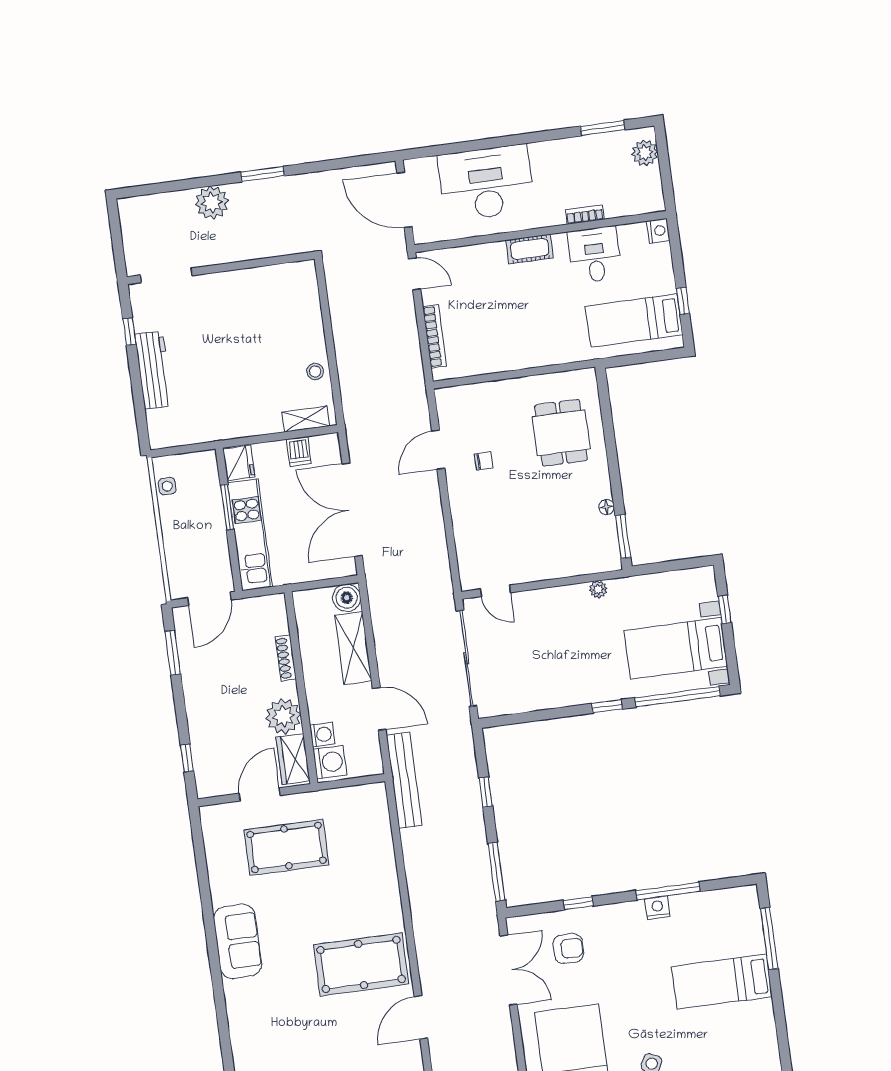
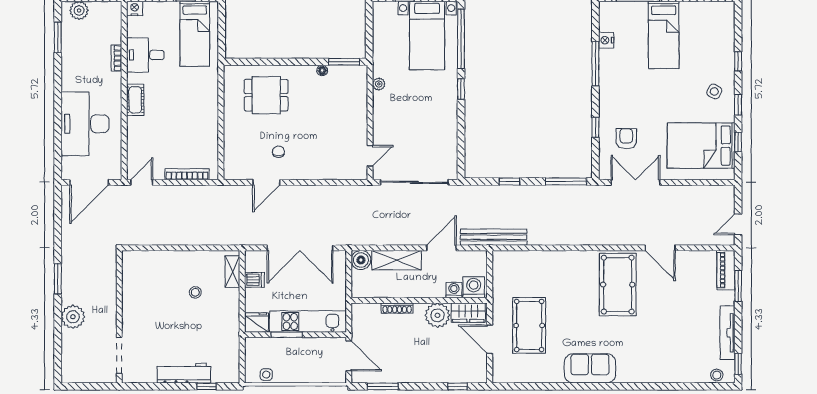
window: (129, 332) -> (206, 386), moved
stool: (315, 371) -> (195, 292), moved
door: (438, 450) -> (266, 182), hinge flipped
nightstand: (657, 908) -> (606, 40), moved

